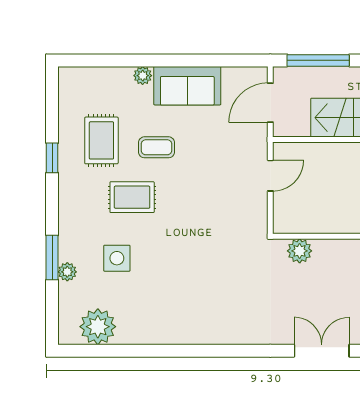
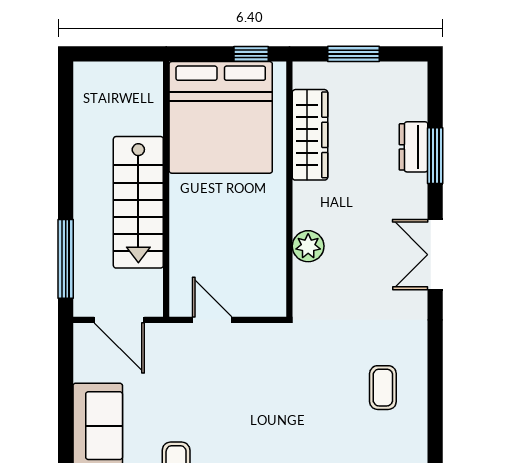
plant: (300, 251) -> (308, 246), moved
coffee table: (217, 310) -> (383, 388), added

